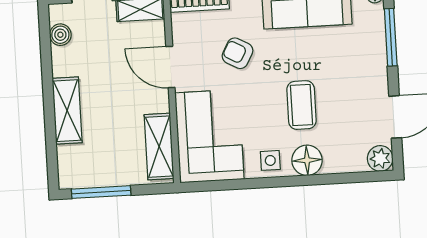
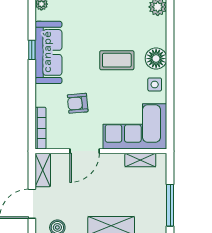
armchair: (237, 53) -> (78, 103), turned 56
shelving: (159, 147) -> (140, 160), width x0.67, depth x0.75

